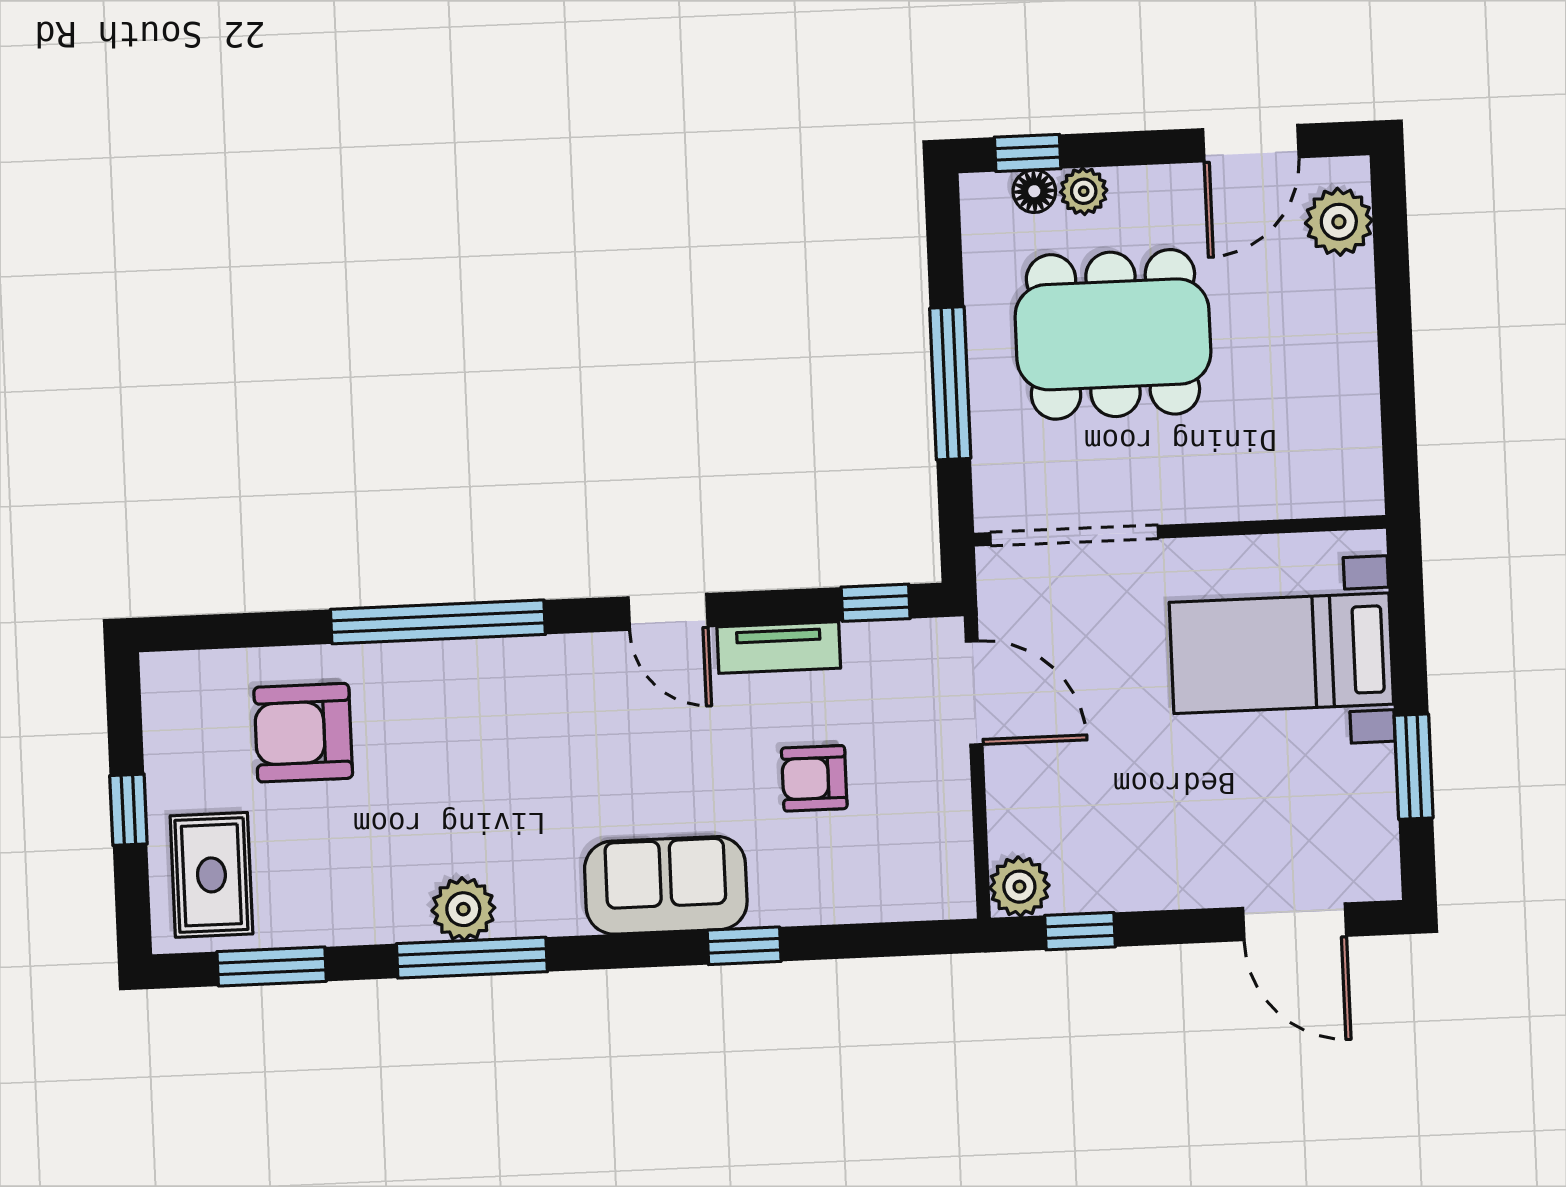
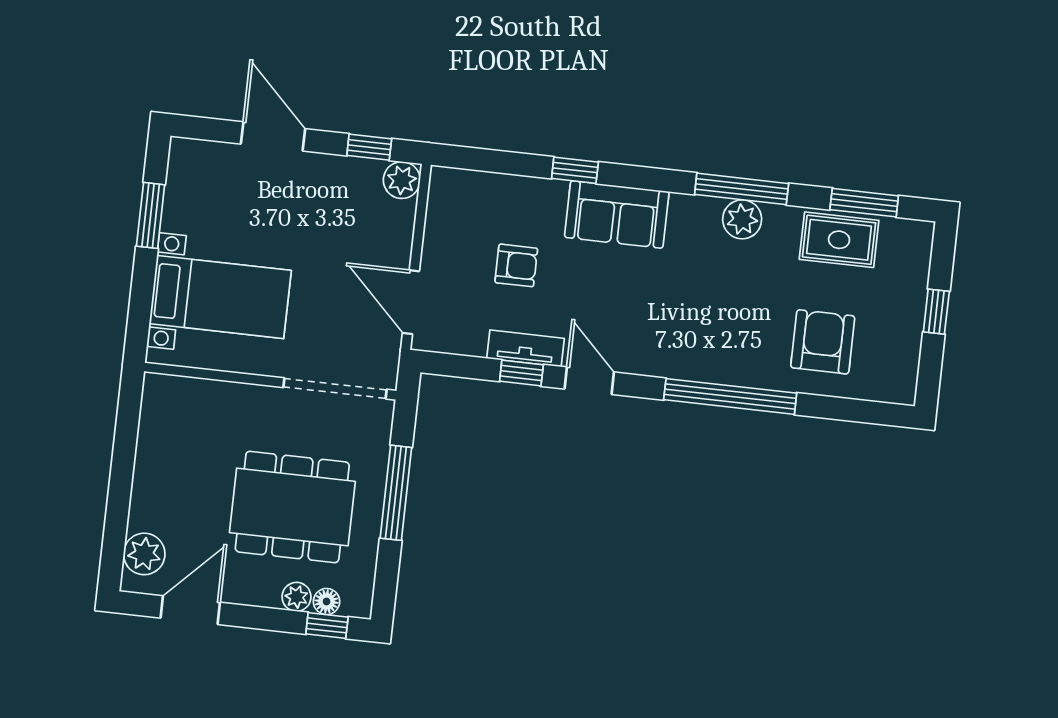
window: (876, 603) -> (521, 373), moved
armchair: (303, 733) -> (823, 342), turned -90
rug: (211, 875) -> (839, 240), moved, turned 90
door: (1295, 922) -> (273, 136), moved

